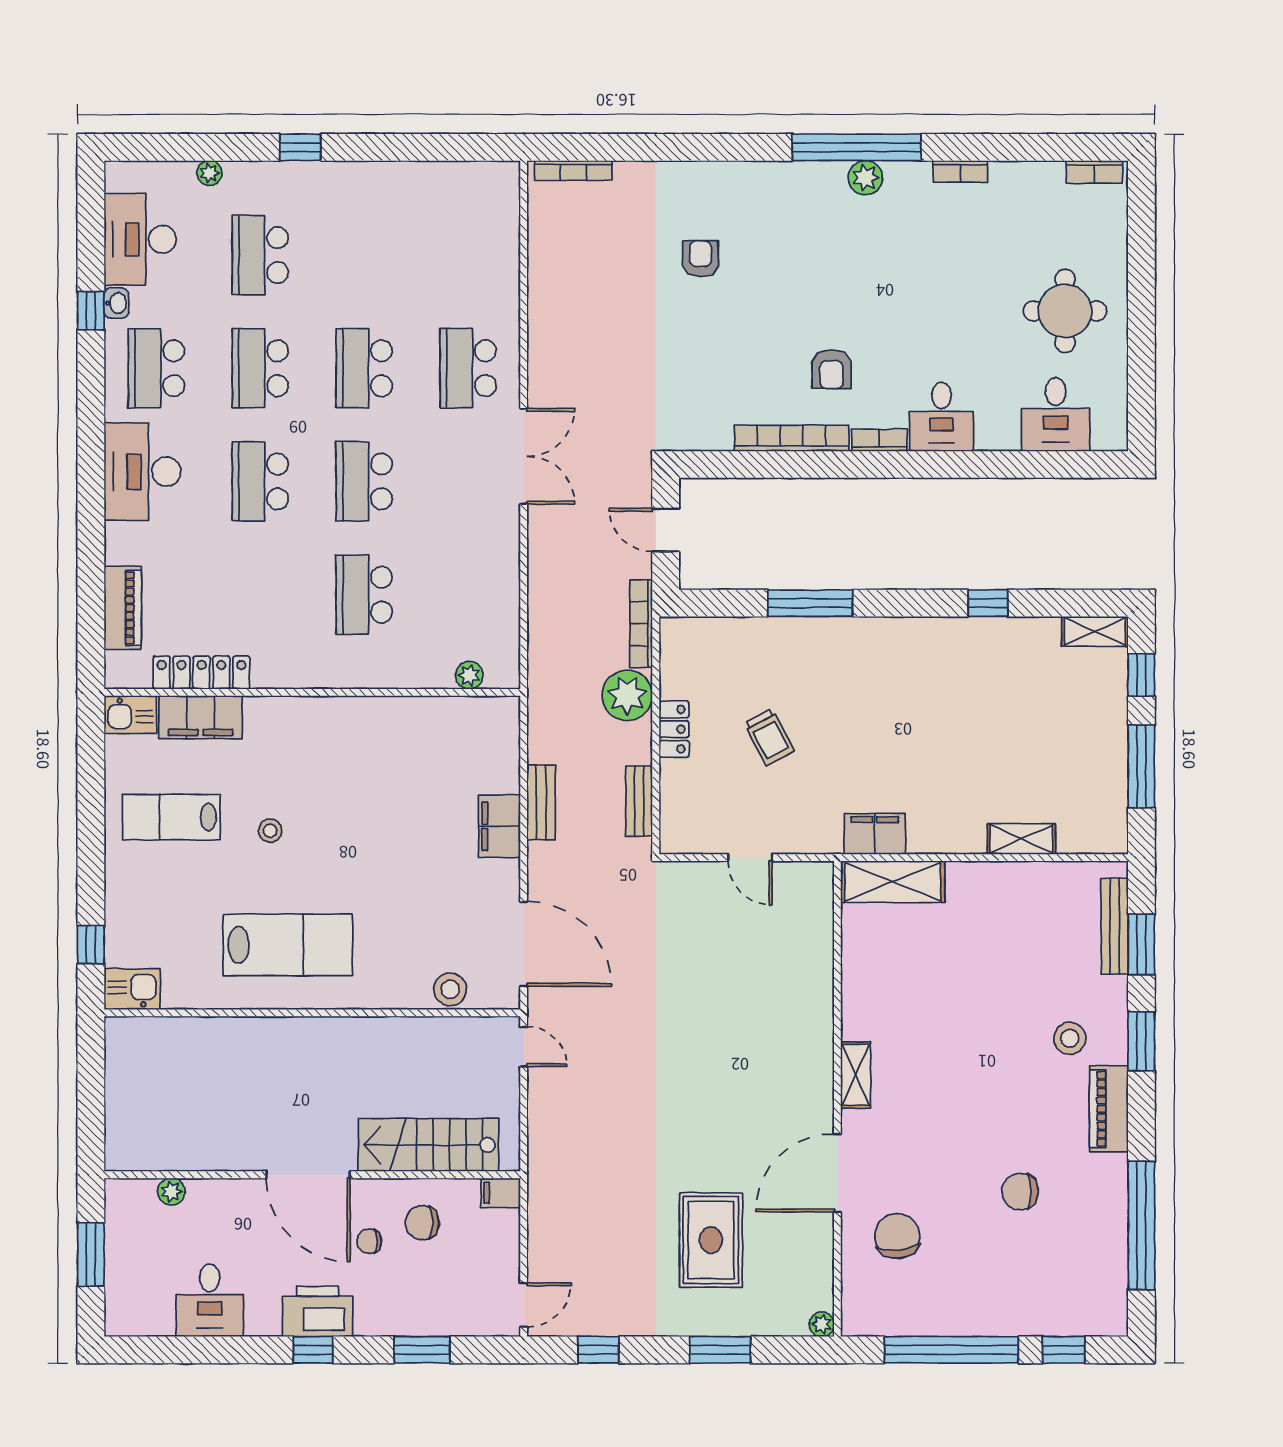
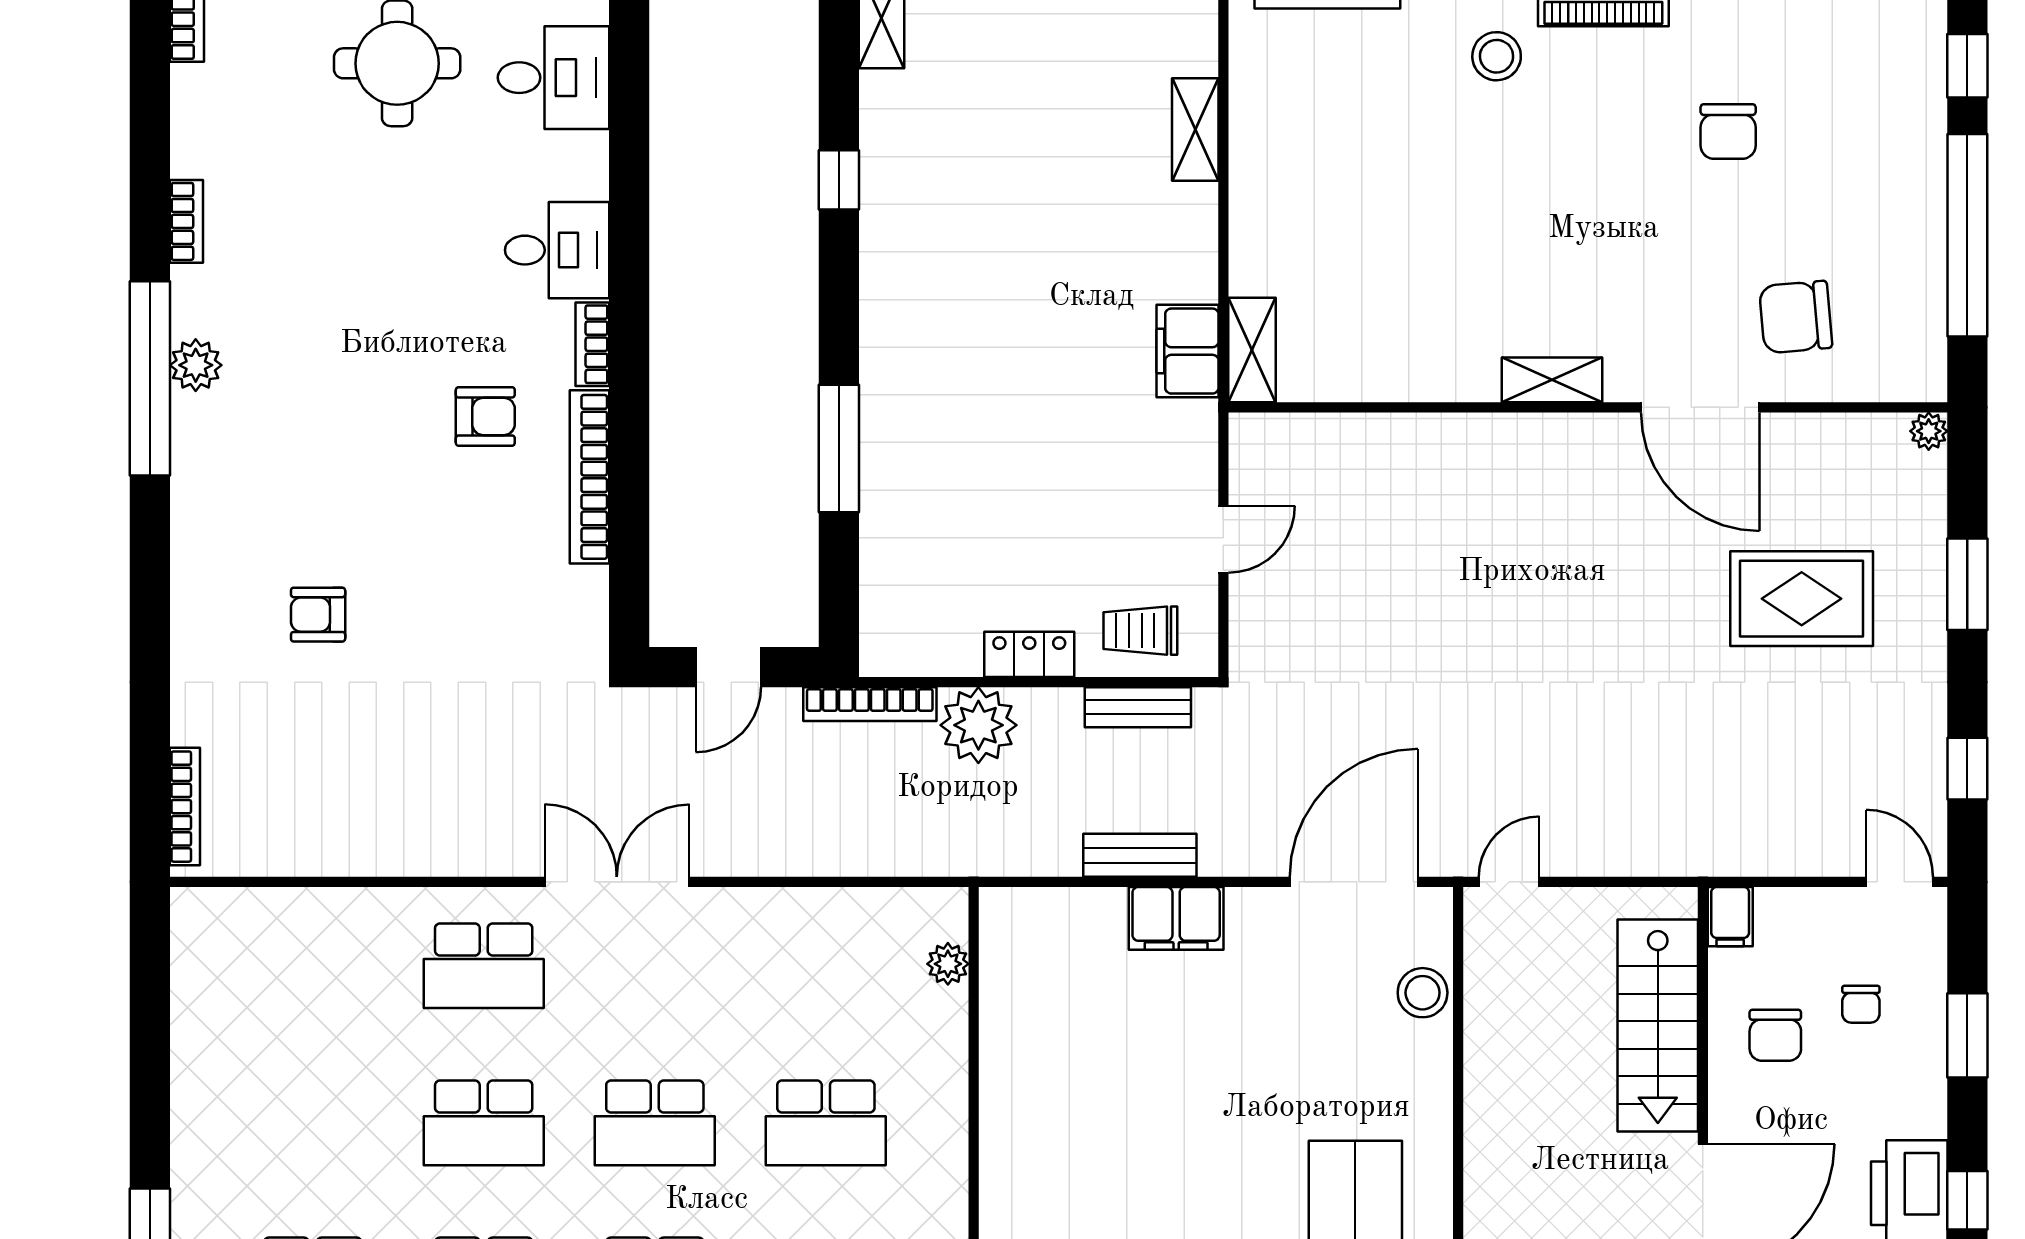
trolley: (769, 737) -> (1140, 631), moved, turned -152
shelving: (893, 882) -> (1252, 350), width x0.67, depth x0.75
chair: (369, 1241) -> (1861, 1004), moved

